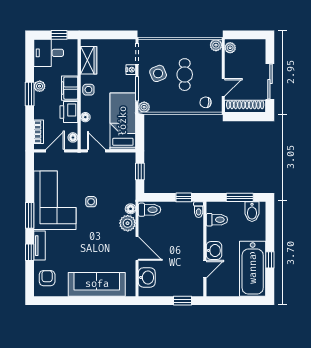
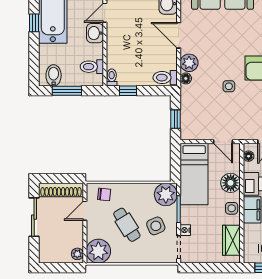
plant: (216, 45) -> (98, 251), width x1.87, depth x1.87
cafe table: (185, 75) -> (127, 225), turned -32
plant: (144, 107) -> (166, 194), width x1.88, depth x1.88
floor lamp: (85, 117) -> (231, 183), width x1.89, depth x1.89

